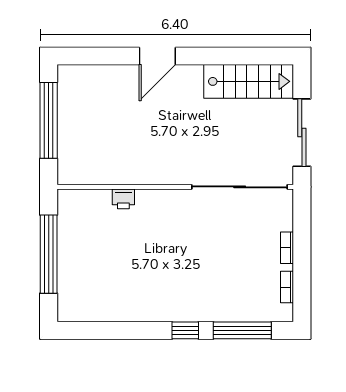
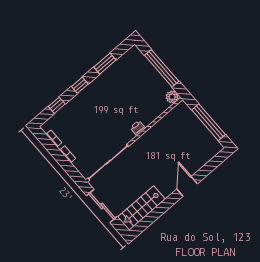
printer: (123, 199) -> (138, 128), moved
plant: (69, 201) -> (172, 97), added
window: (123, 330) -> (105, 64), added
window: (242, 330) -> (57, 105), width x0.46

